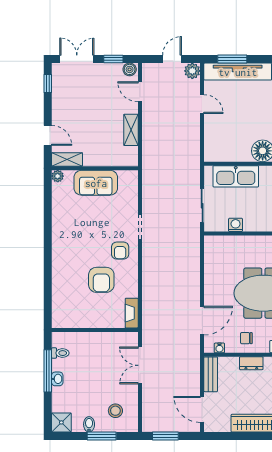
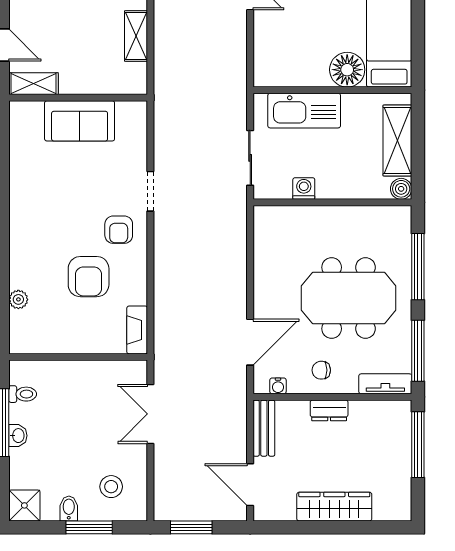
plant: (58, 176) -> (18, 299), moved

